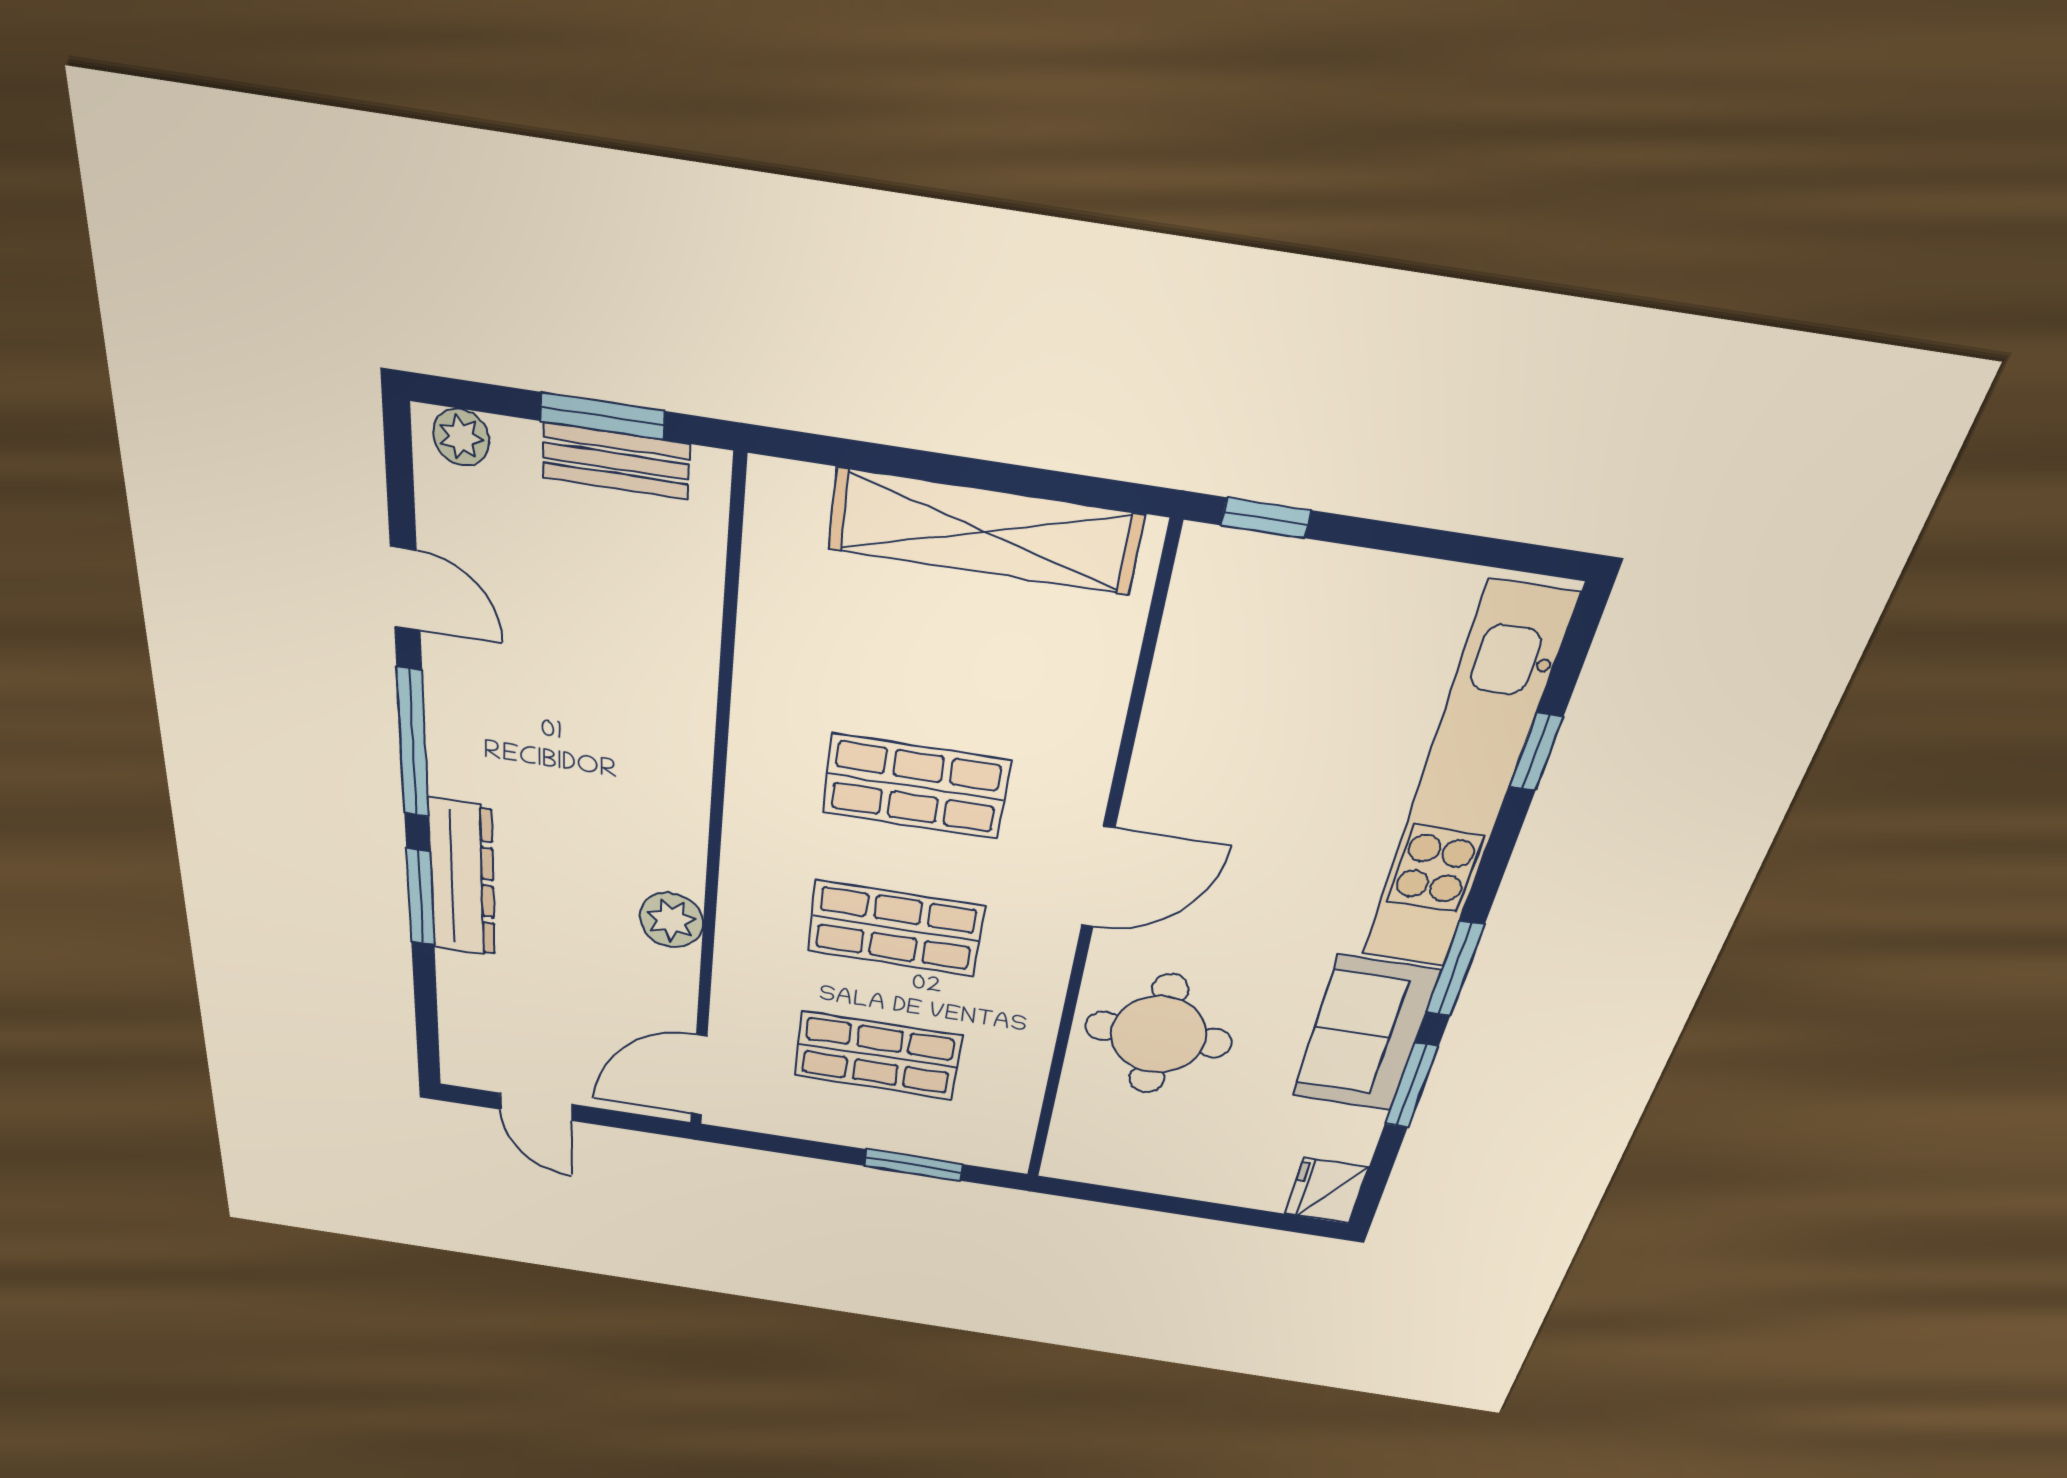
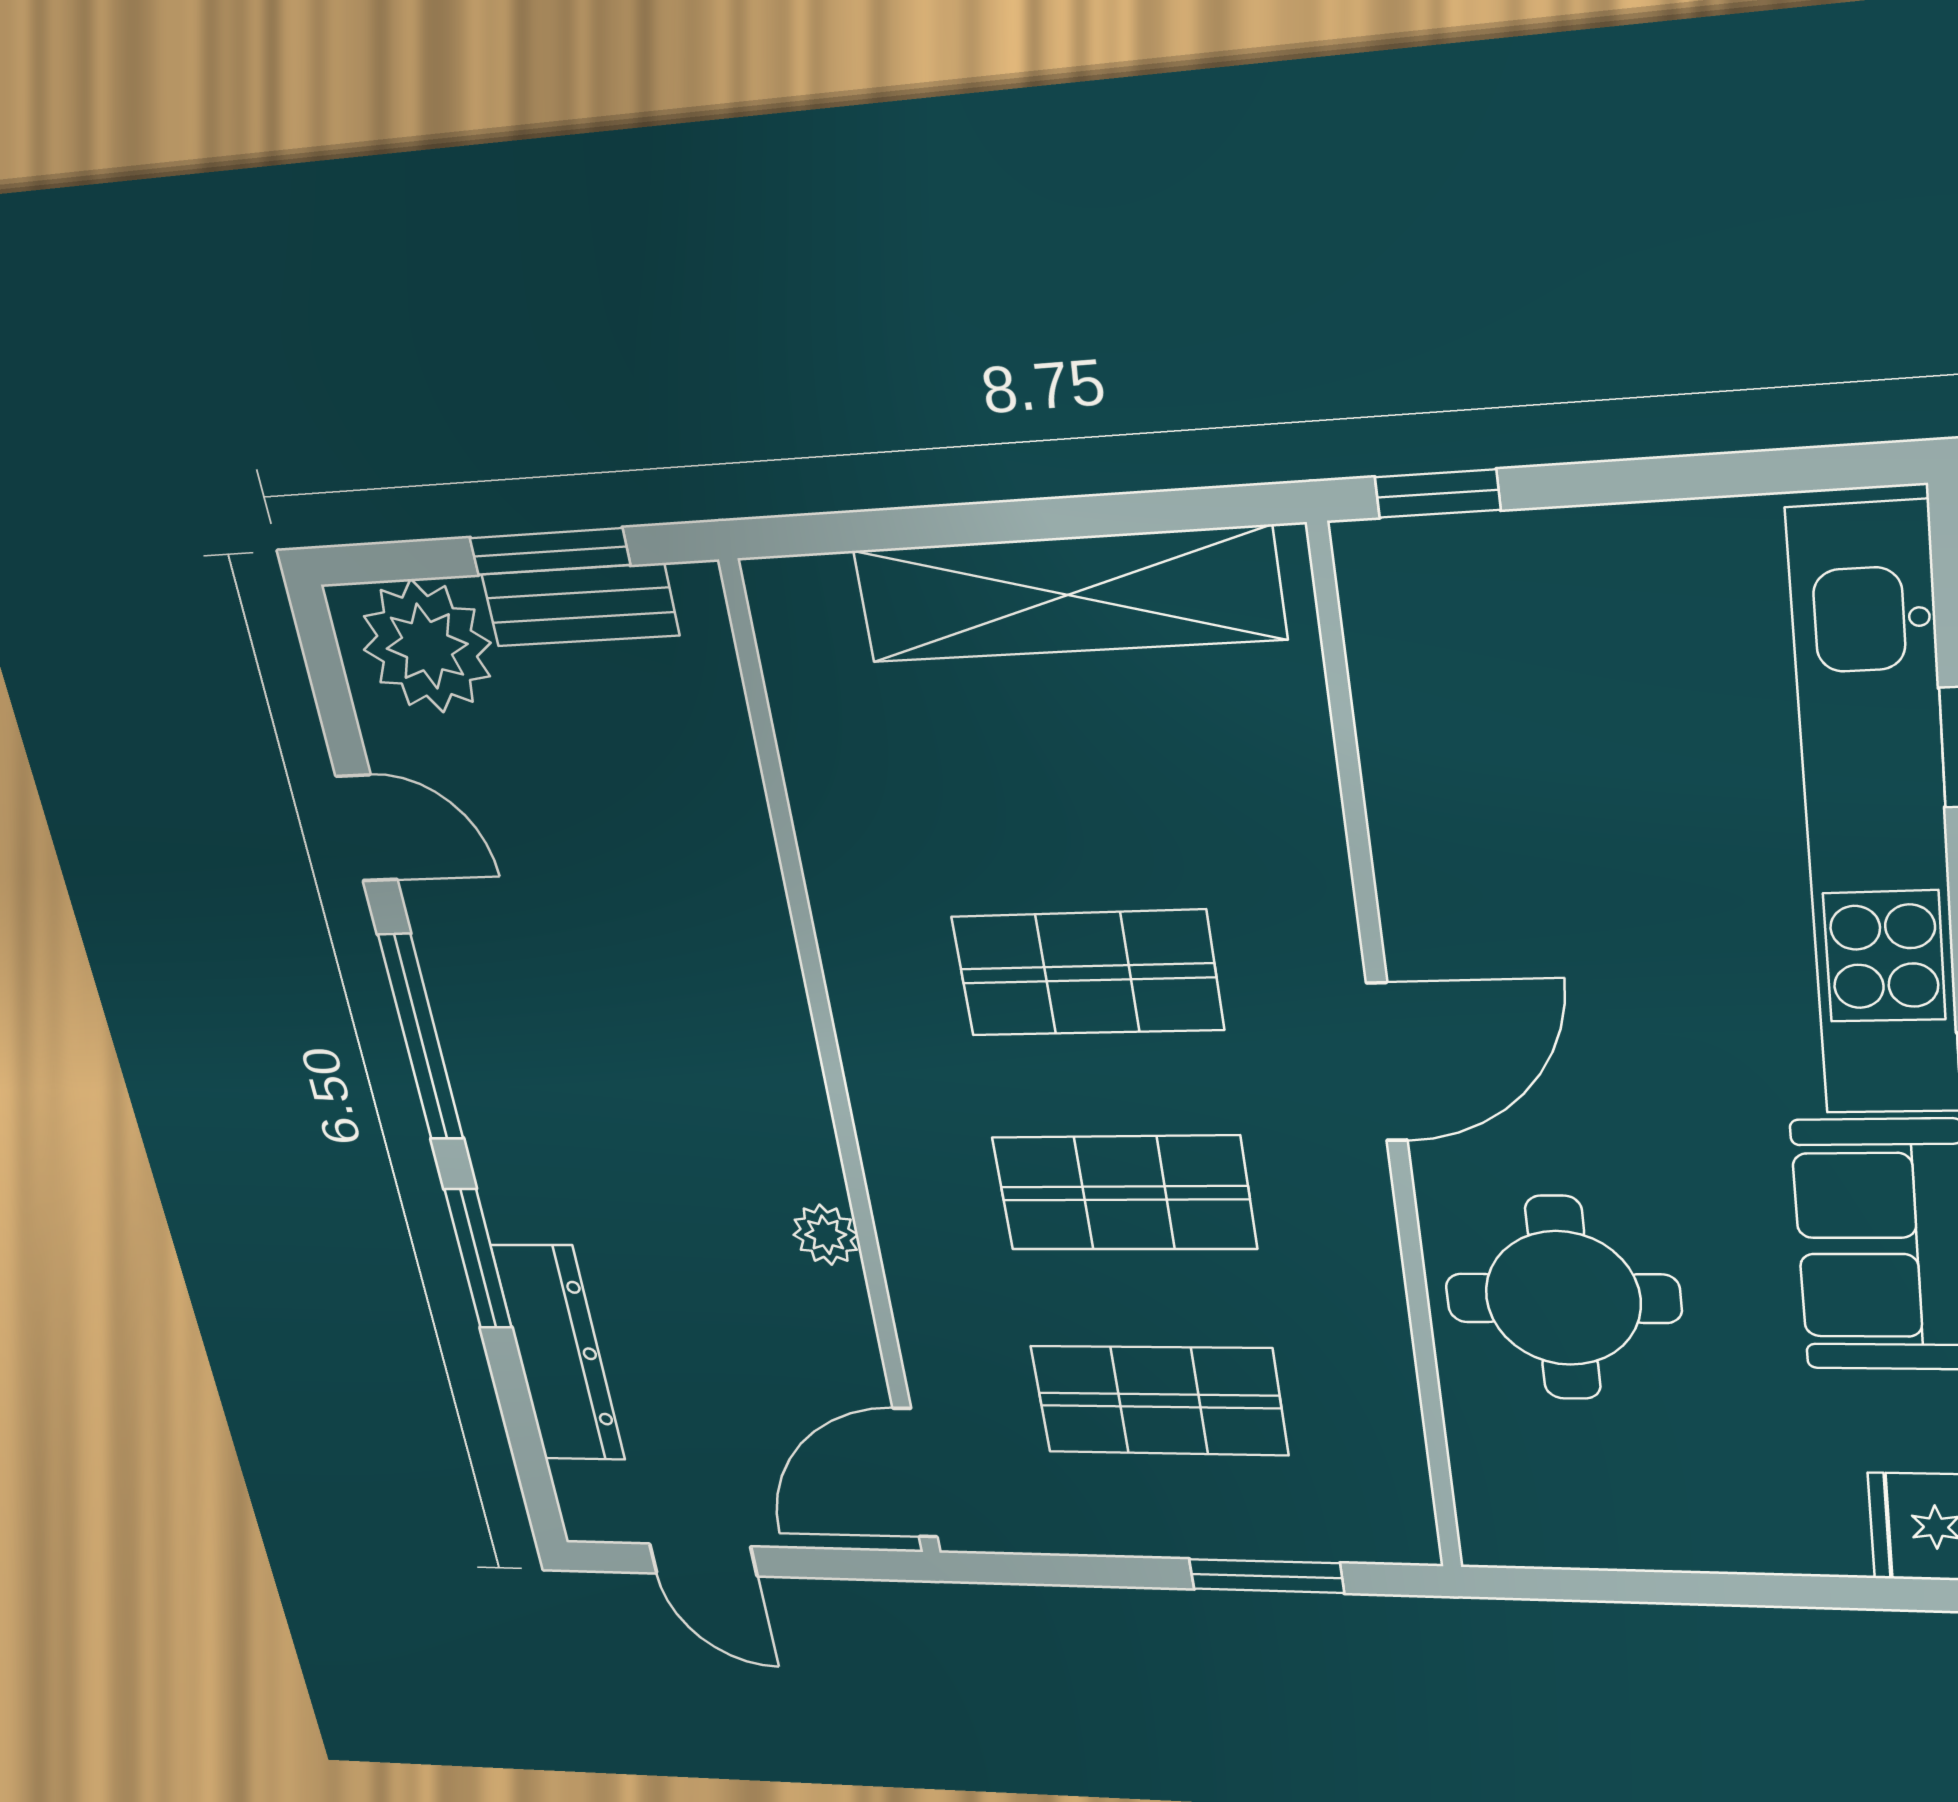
plant: (461, 437) -> (427, 646), width x1.87, depth x1.87
dresser: (462, 879) -> (558, 1353), moved
plant: (671, 920) -> (826, 1235), width x0.73, depth x0.73

